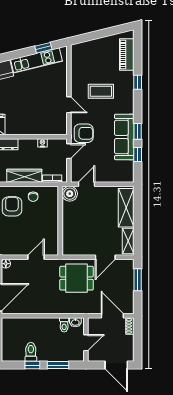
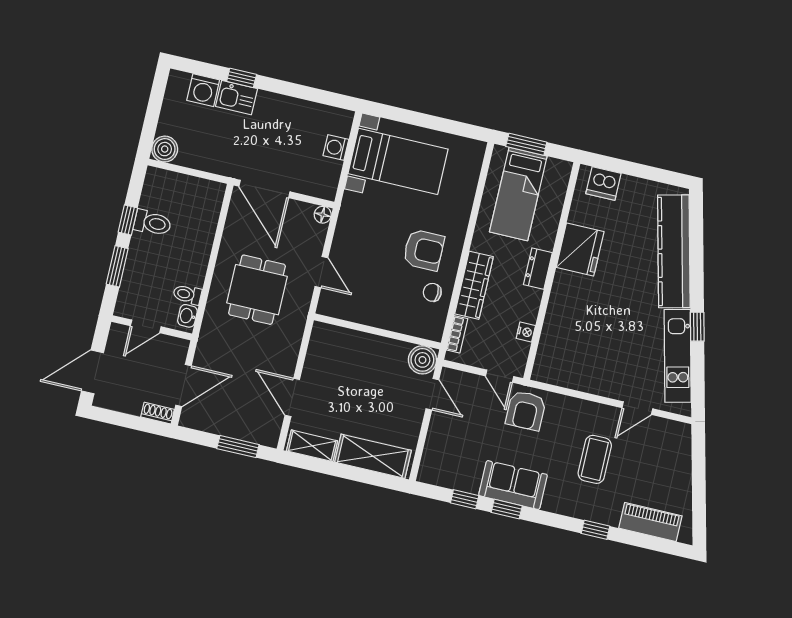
window: (43, 48) -> (697, 327), moved
door: (69, 105) -> (637, 408), moved
sofa: (124, 137) -> (513, 485), width x0.73
dining table: (77, 278) -> (257, 290), moved
door: (86, 343) -> (146, 326), hinge flipped

